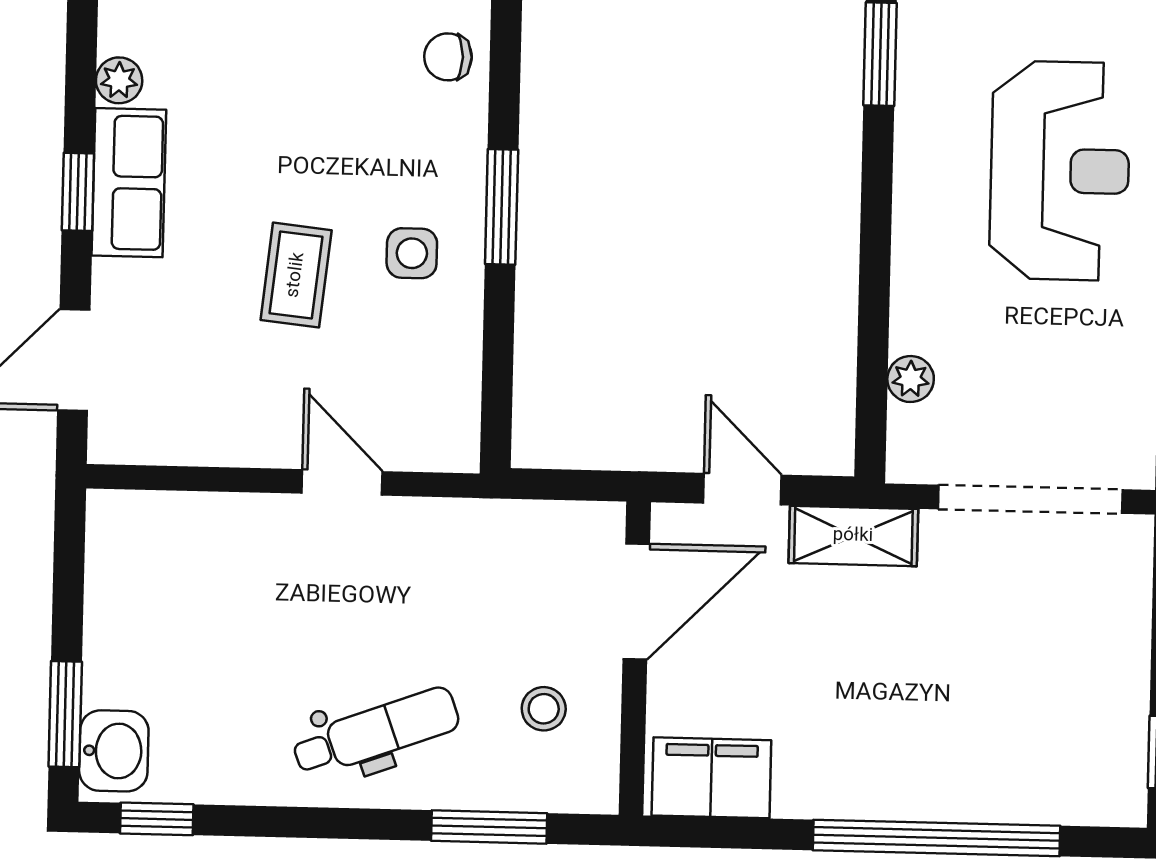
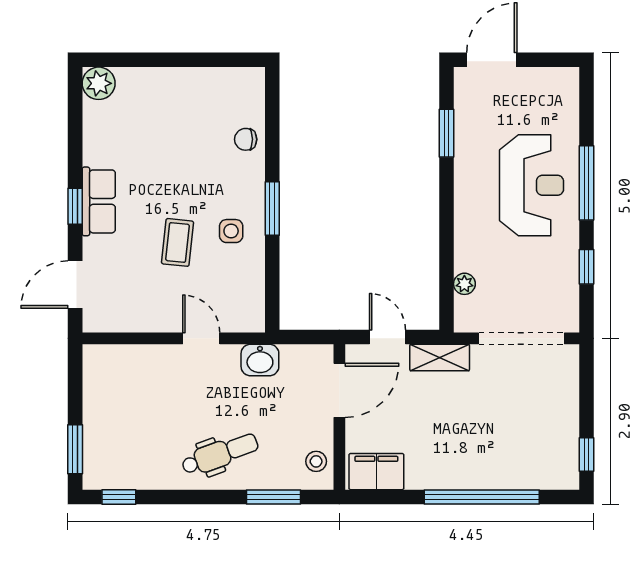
plant: (119, 80) -> (93, 154), removed
stool: (544, 709) -> (316, 461), moved
washbasin: (114, 751) -> (260, 360), moved, turned 90

